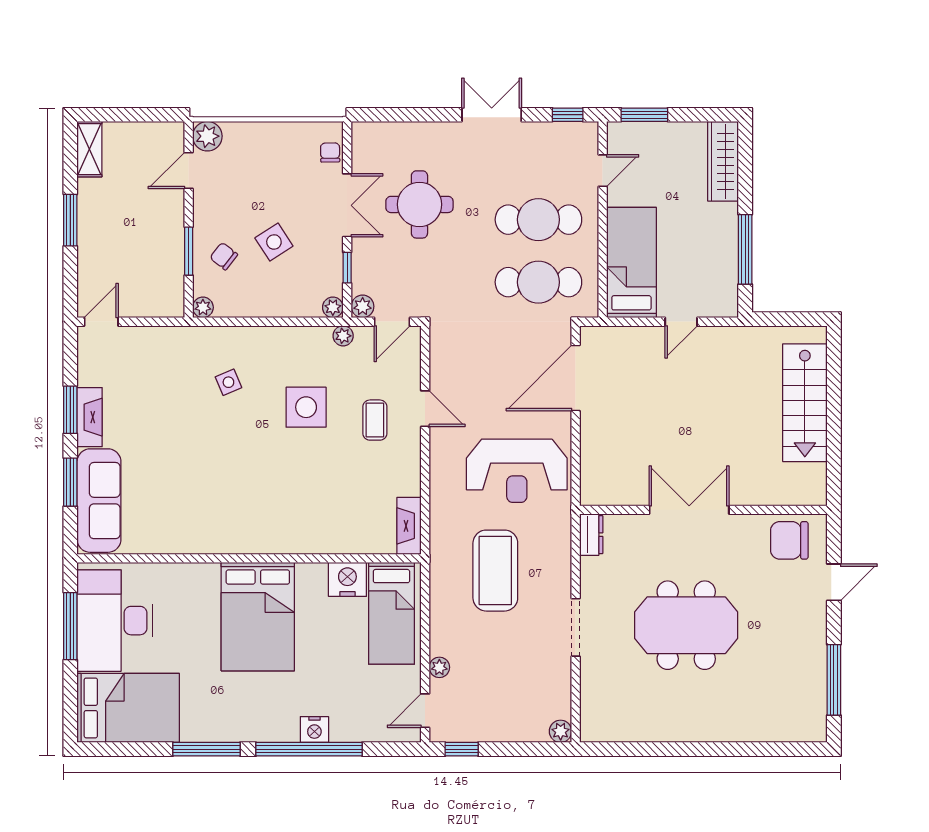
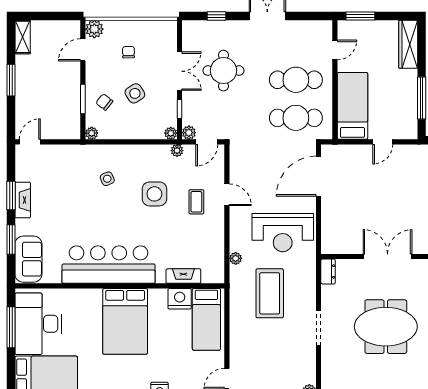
window: (568, 115) -> (217, 16), moved
chair: (330, 153) -> (128, 52), moved
sofa: (99, 501) -> (28, 259), width x0.73
bar counter: (231, 523) -> (109, 265), added
fireplace: (409, 526) -> (183, 276), moved, turned 90
plant: (439, 667) -> (236, 258), moved

